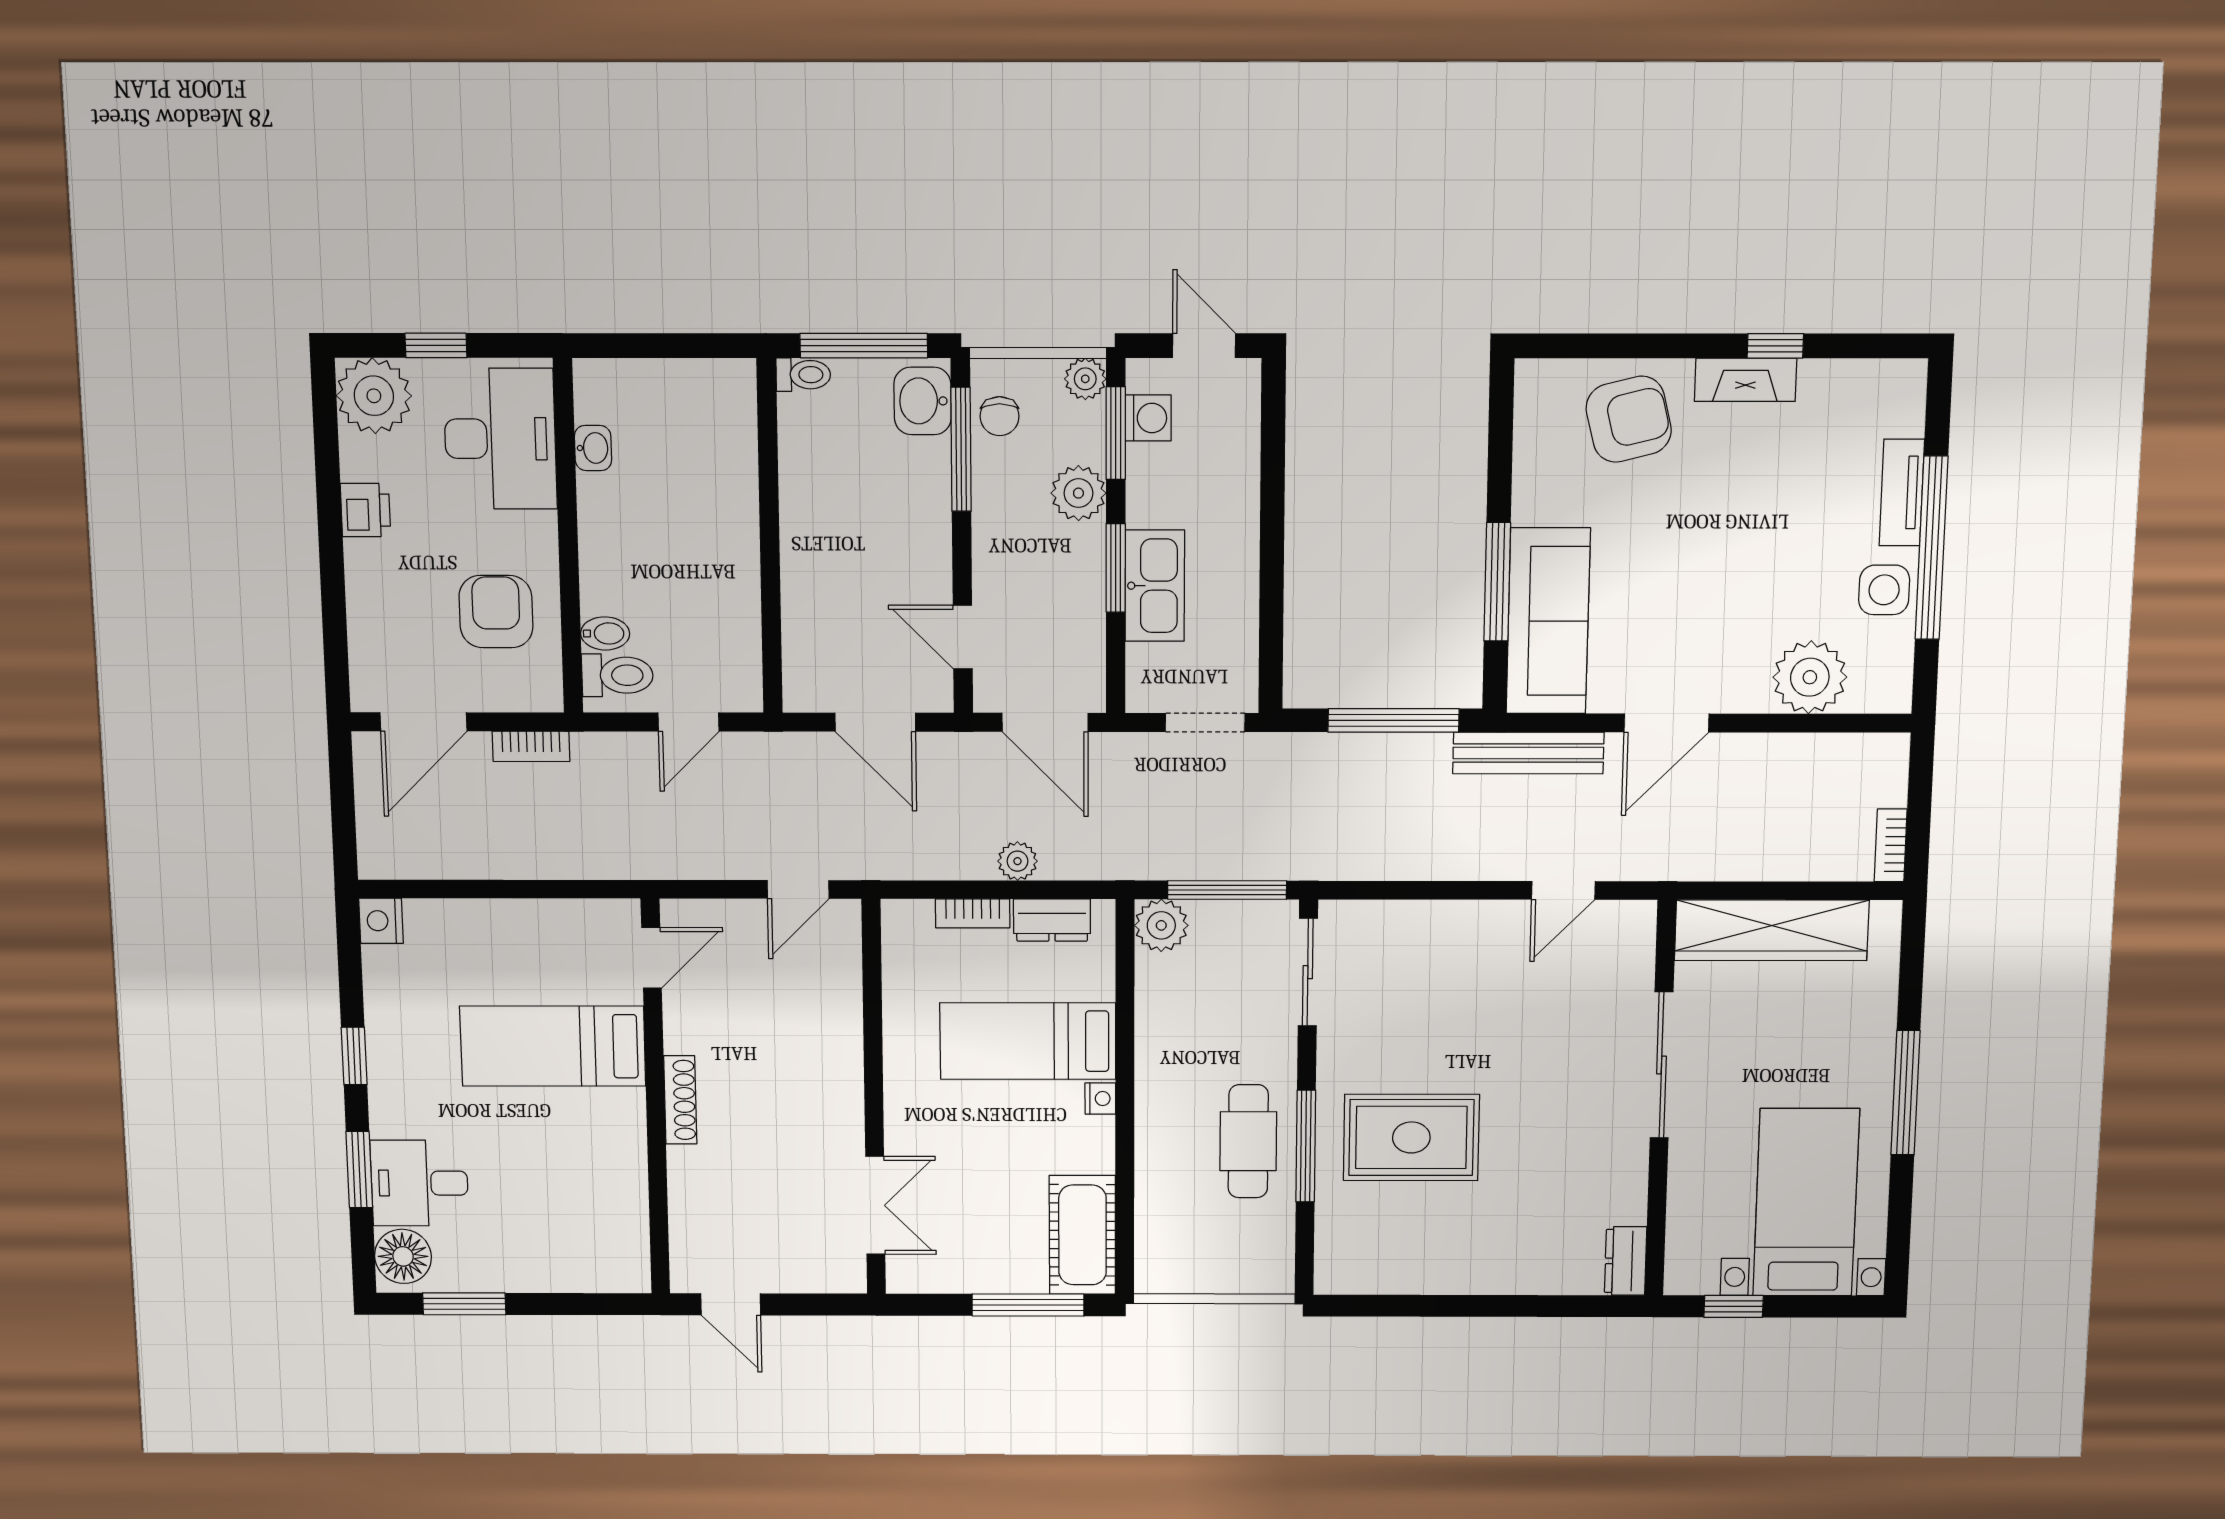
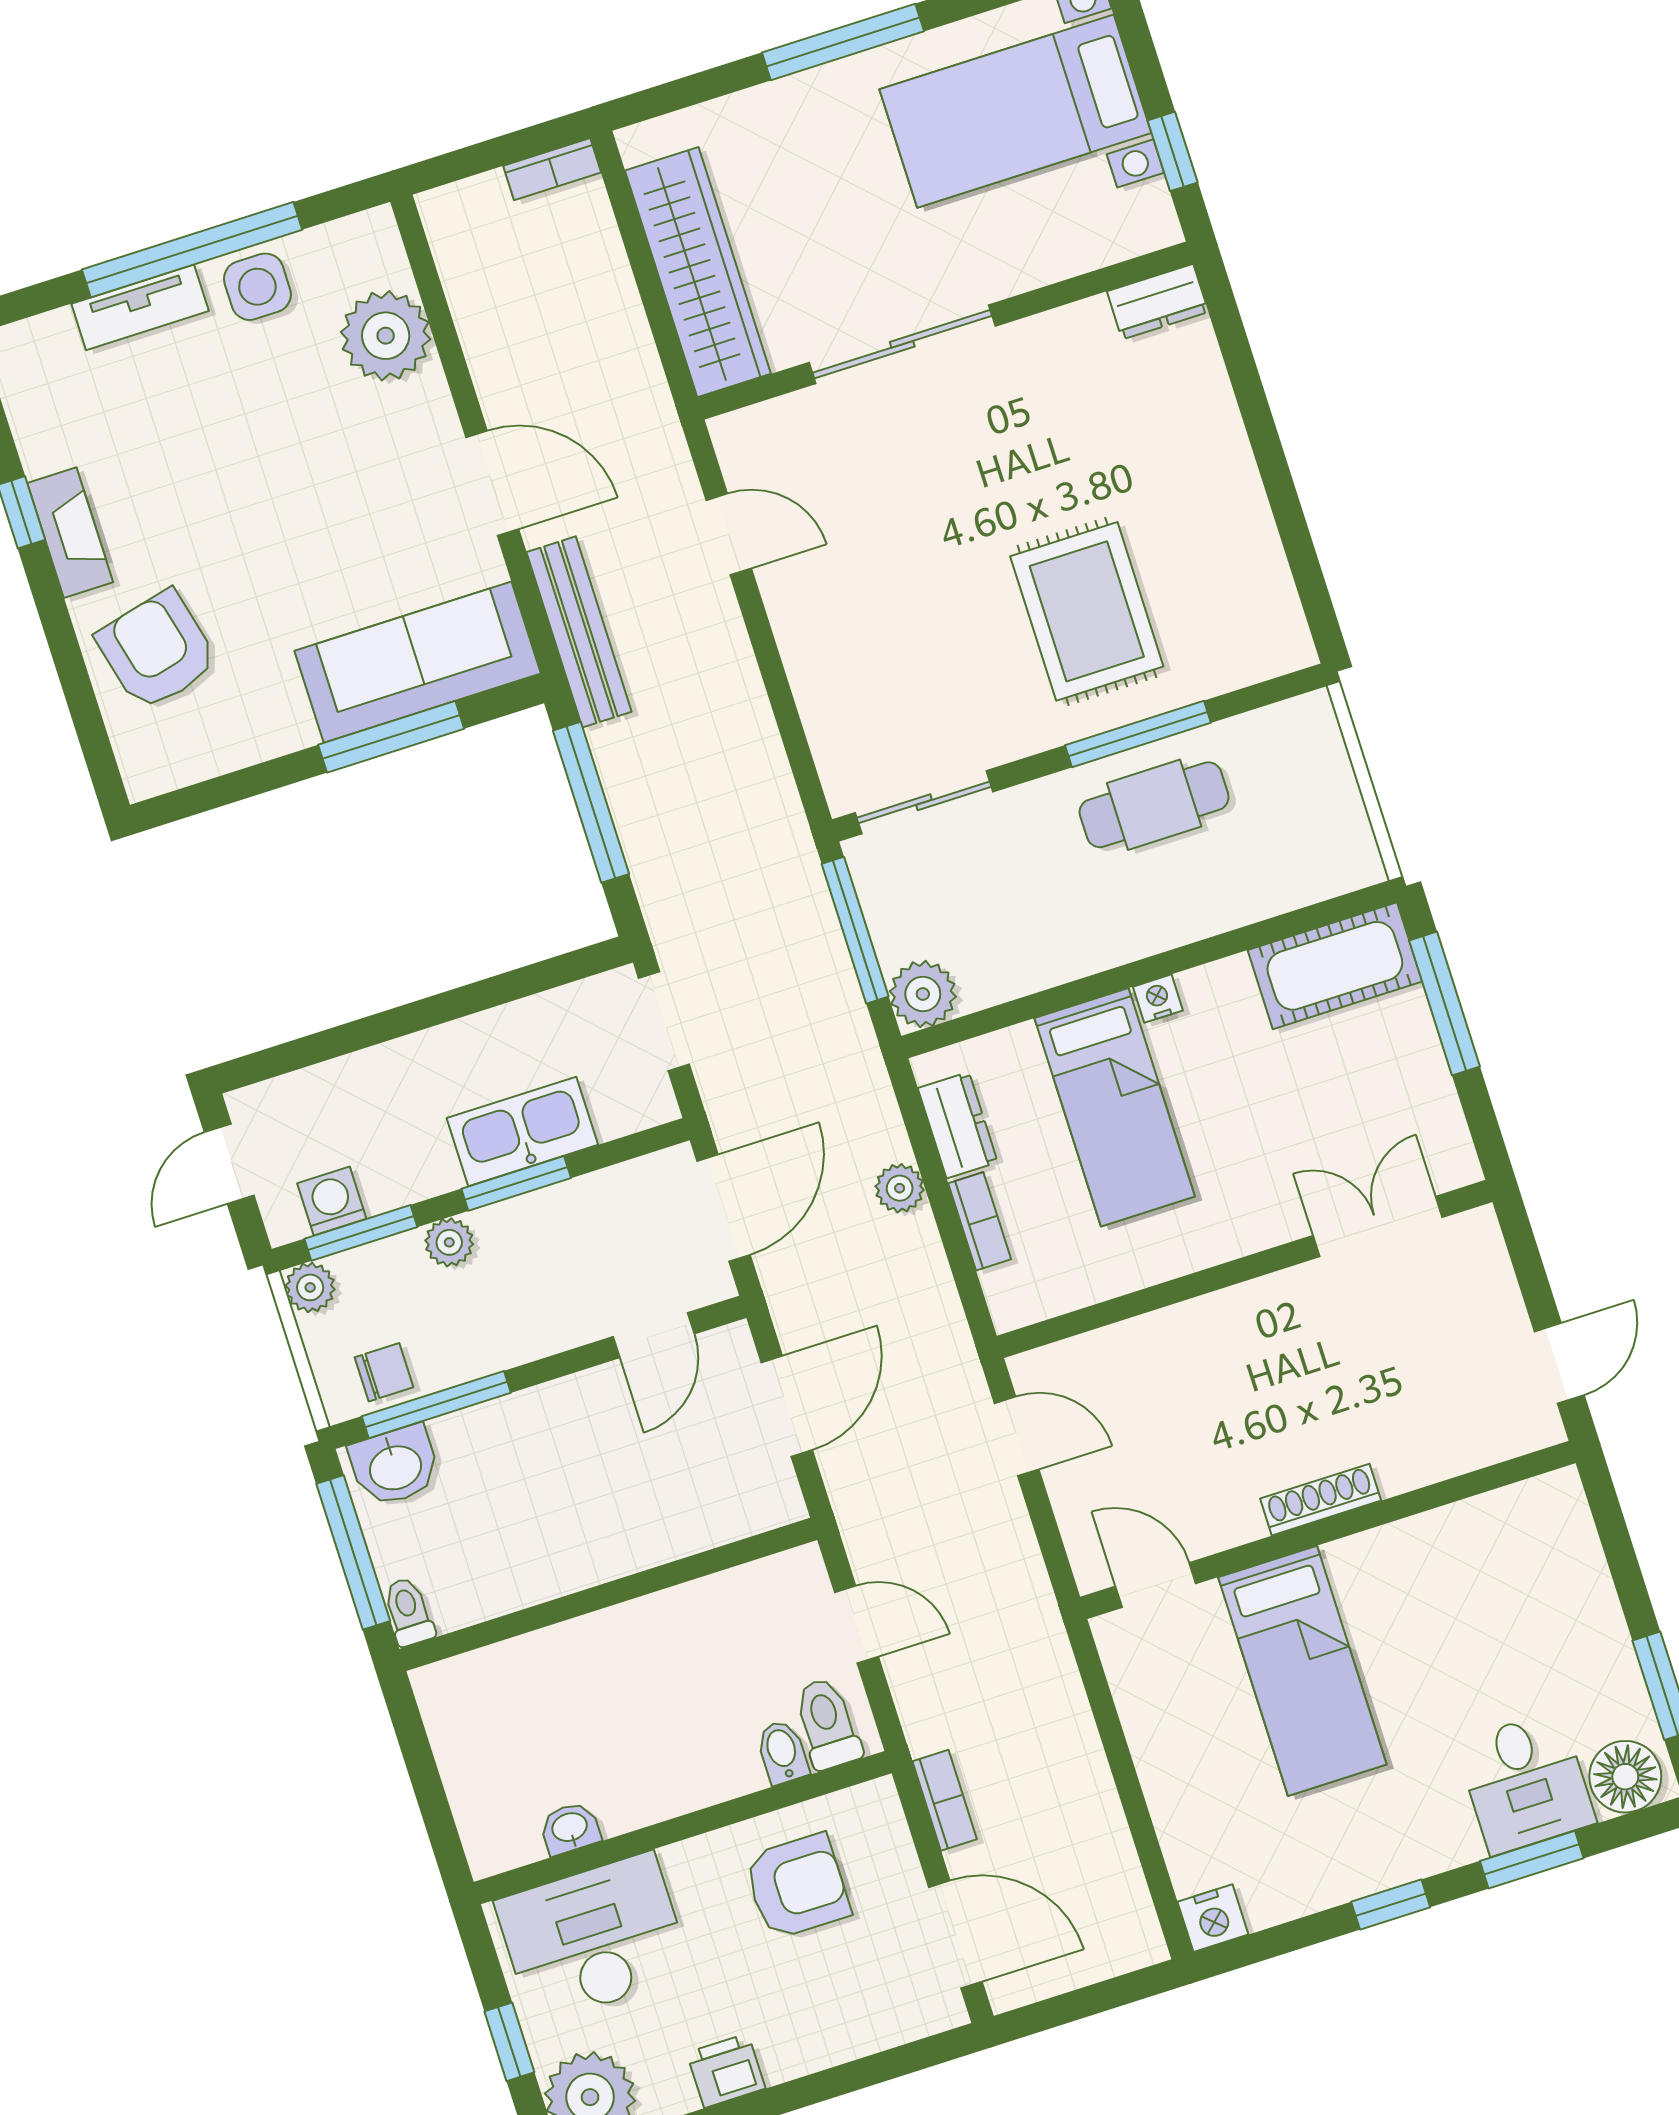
plant: (1078, 493) -> (449, 1242), width x0.73, depth x0.73
armchair: (496, 612) -> (797, 1886), turned 180

